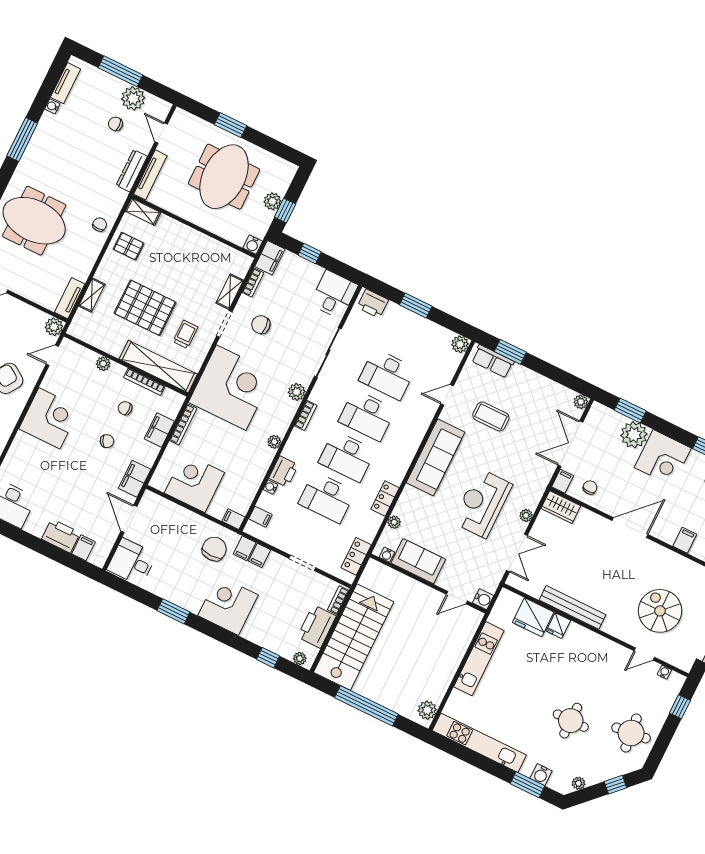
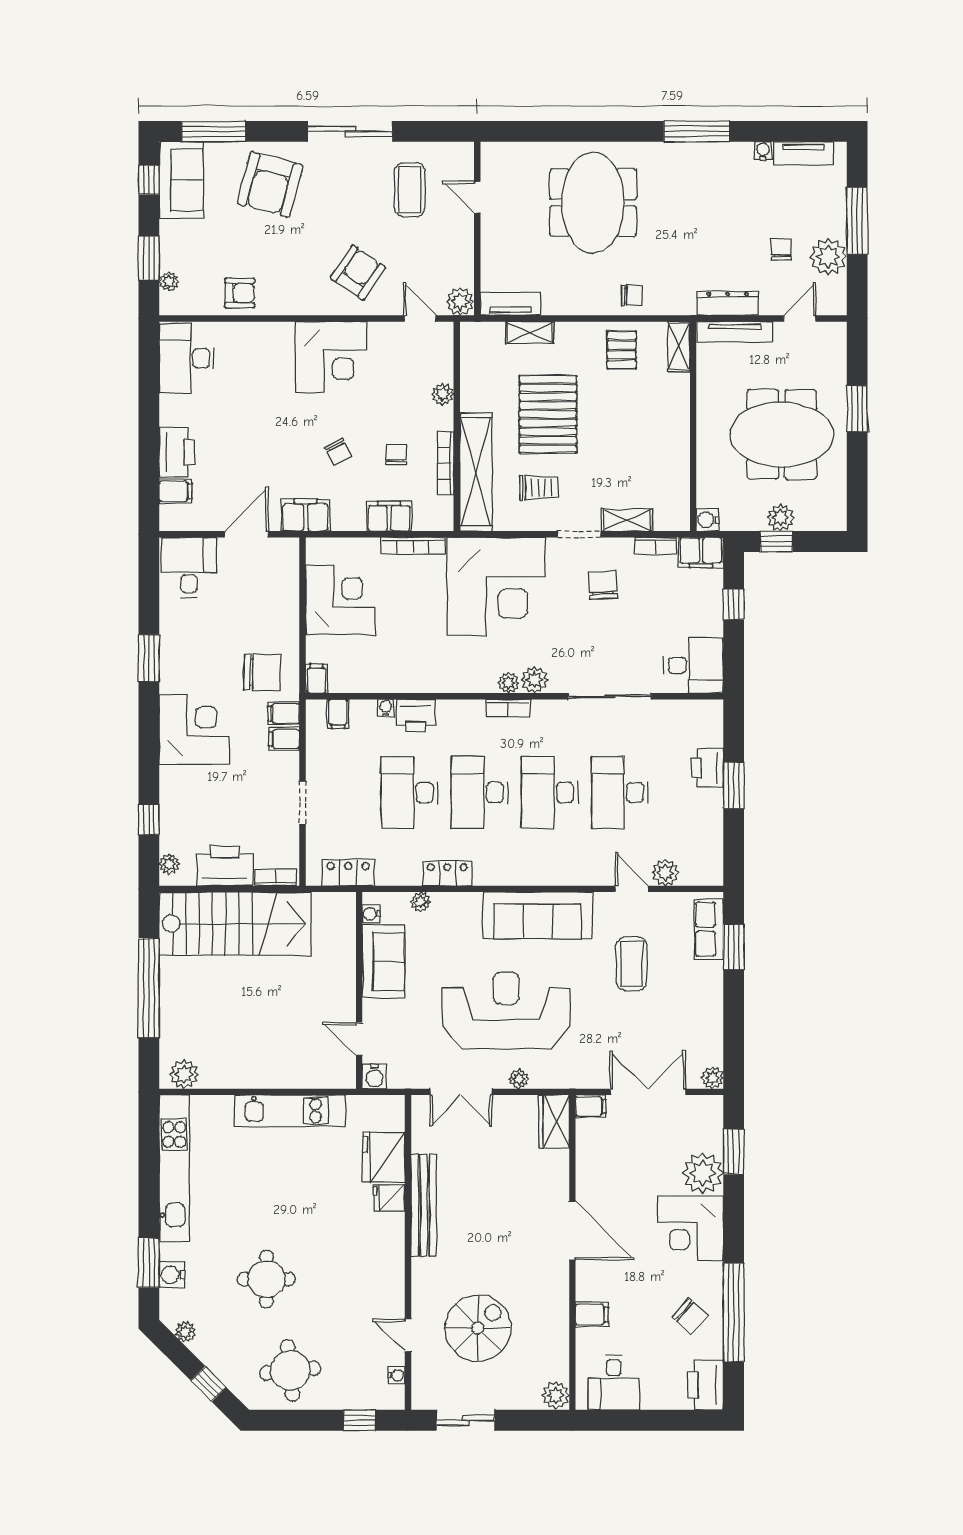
printer: (373, 304) -> (707, 768), moved
plant: (460, 344) -> (665, 873), moved
plant: (274, 442) -> (509, 683), moved
chair: (590, 487) -> (601, 1148), removed
reception desk: (482, 503) -> (506, 1011), width x1.36, depth x1.30

